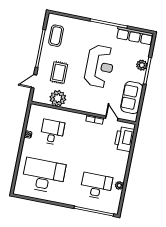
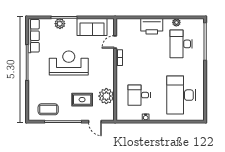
printer: (124, 139) -> (152, 26), moved

